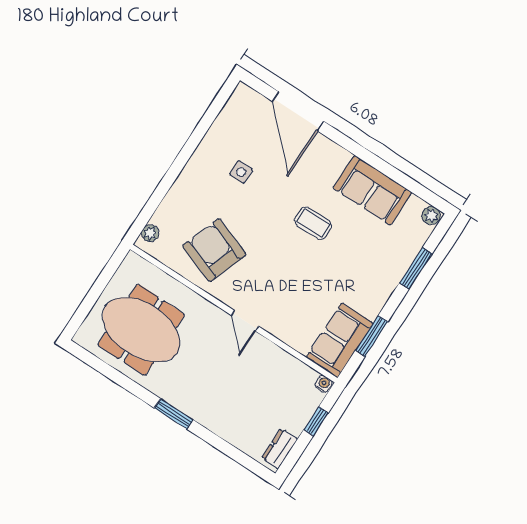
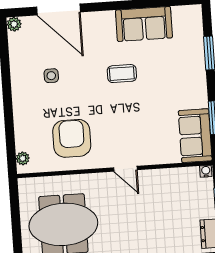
plant: (431, 216) -> (14, 24), moved
armchair: (214, 250) -> (72, 138), turned 70

